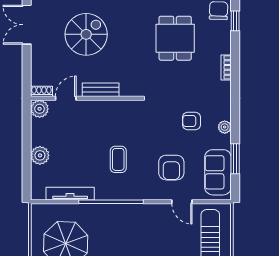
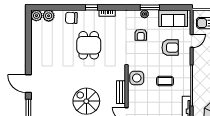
window: (235, 21) -> (92, 7), moved
dining table: (175, 38) -> (89, 45), turned 90
side table: (123, 115) -> (137, 78), added
window: (235, 159) -> (150, 7), moved

